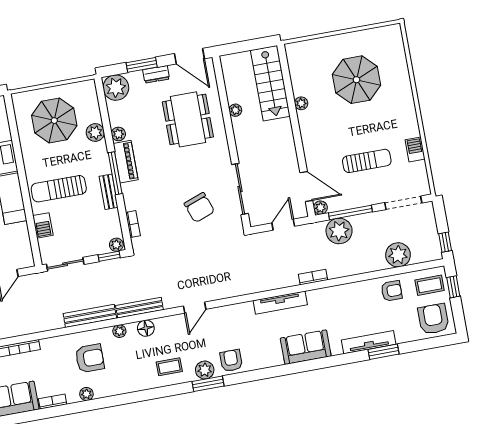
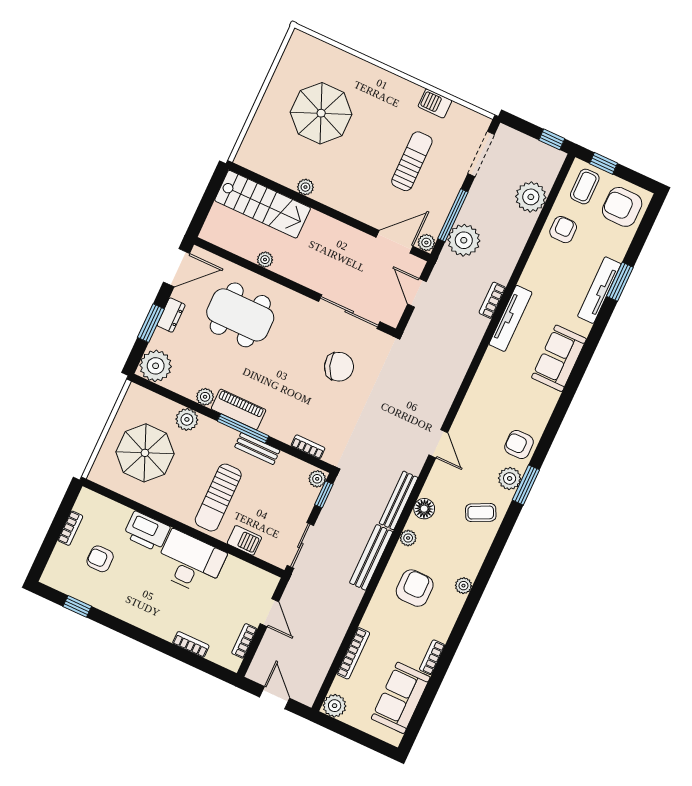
tv unit: (280, 303) -> (511, 318), moved
coffee table: (169, 367) -> (481, 513), turned 64
plant: (86, 394) -> (463, 586), moved

